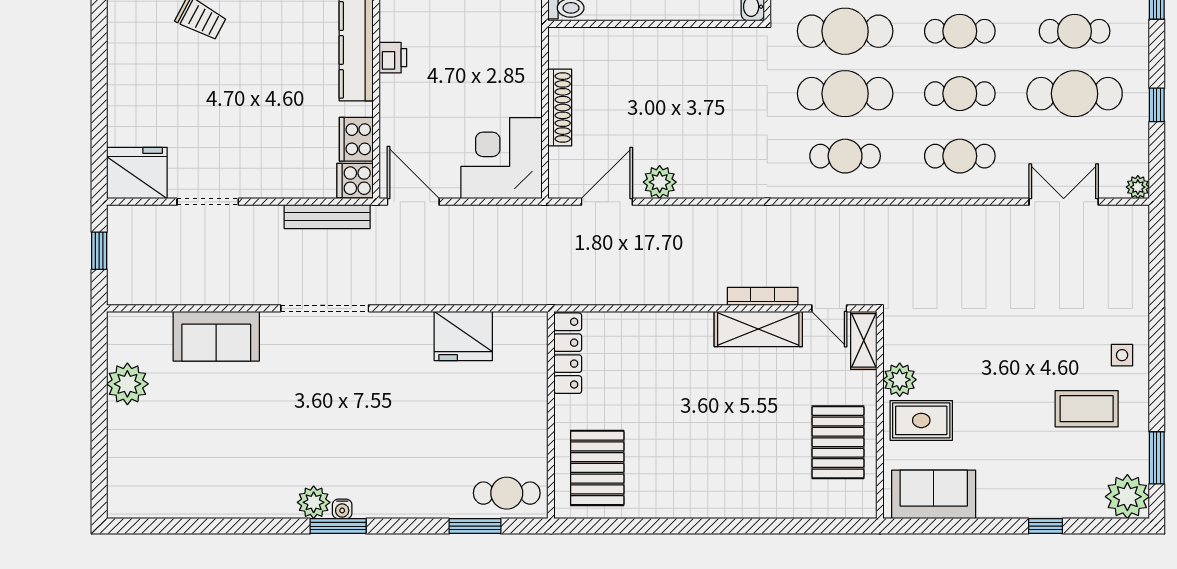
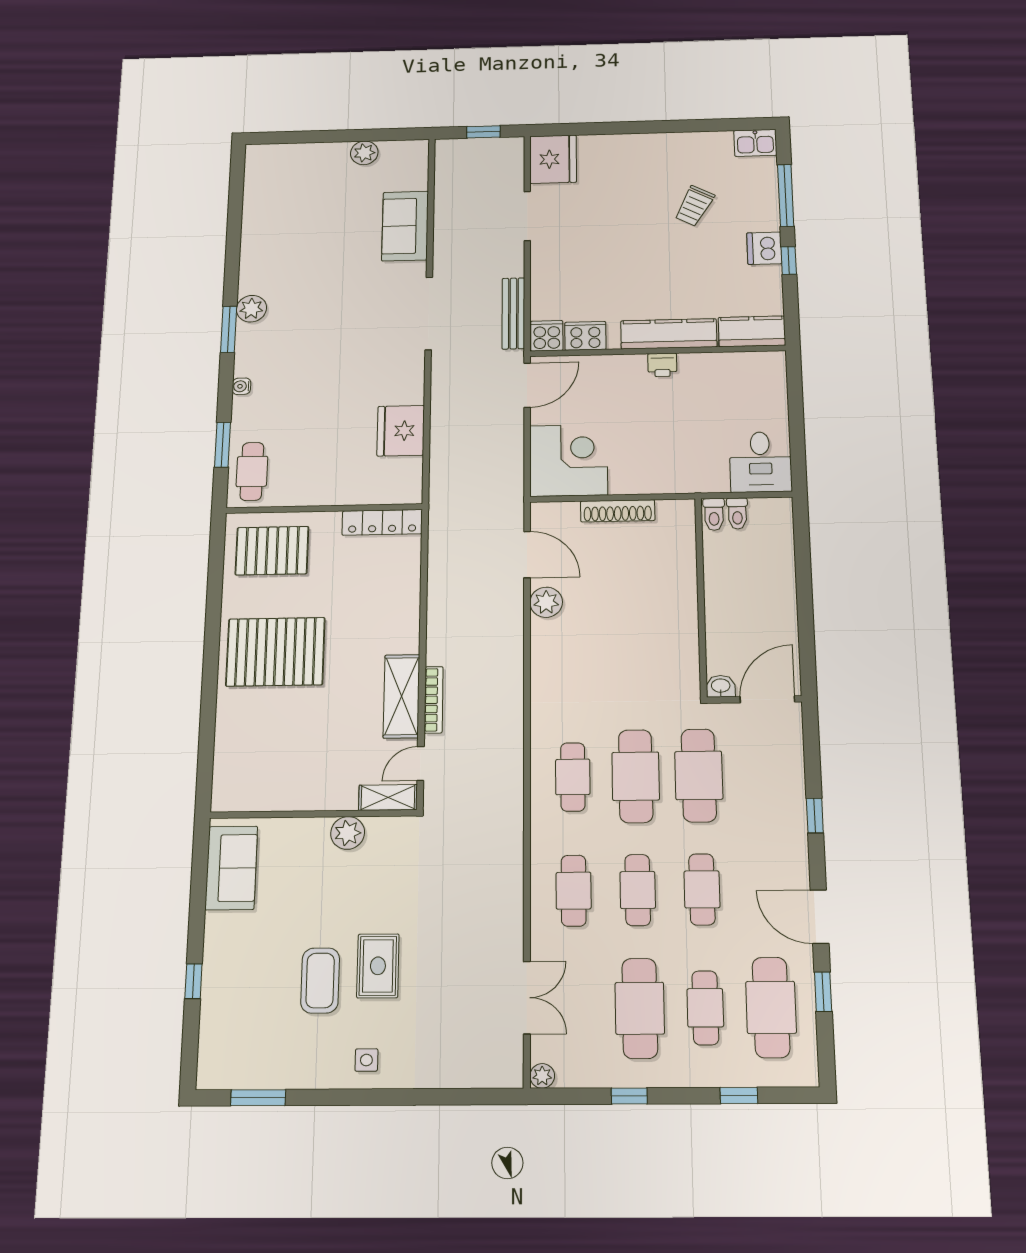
plant: (127, 384) -> (364, 153), width x0.73, depth x0.73
coffee table: (1087, 409) -> (320, 980), moved
rug: (921, 420) -> (378, 966), moved
pallet: (838, 442) -> (275, 652), moved, width x1.37, depth x1.41
plant: (1127, 497) -> (219, 1066), removed
water cooler: (342, 509) -> (241, 386), moved

